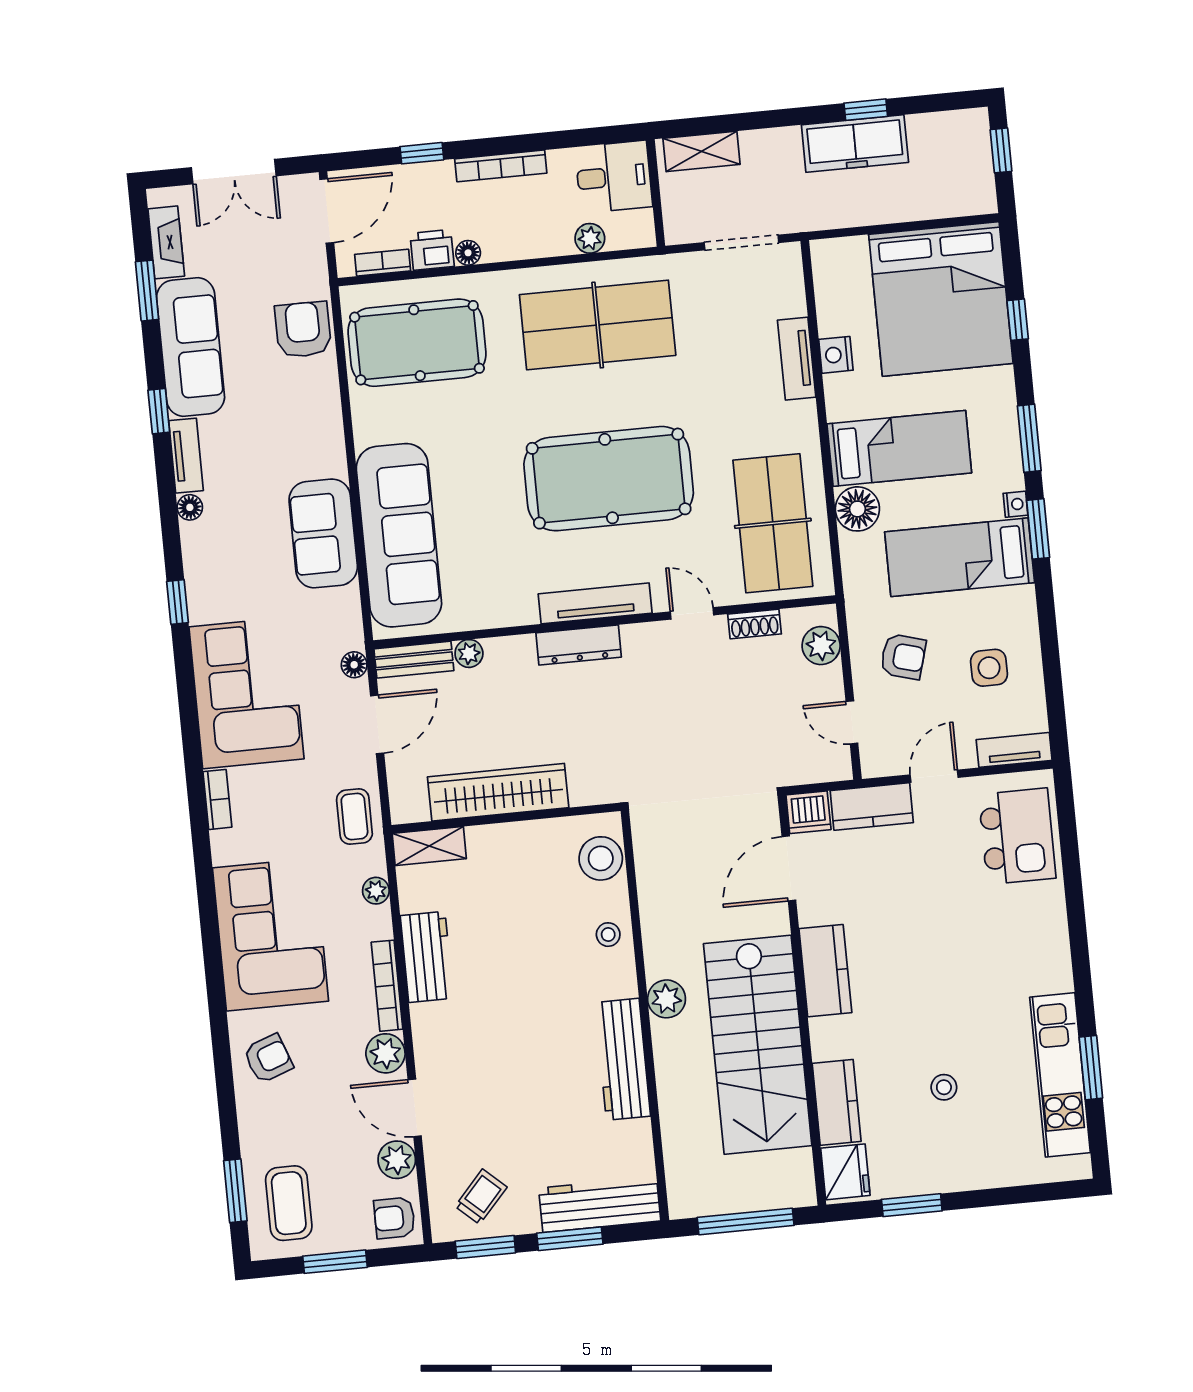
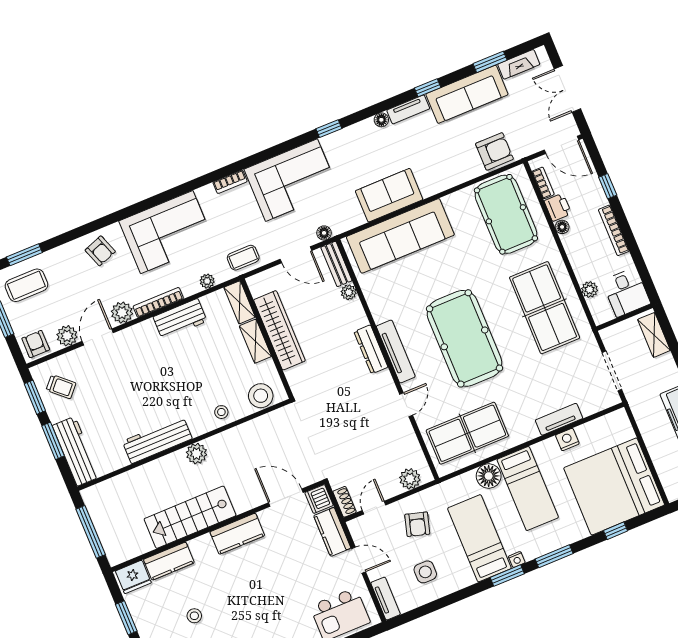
shoe rack: (755, 624) -> (345, 502), moved, turned 180
shelving: (504, 839) -> (255, 341), added
stairs: (758, 1045) -> (190, 517), width x0.73, depth x0.66

